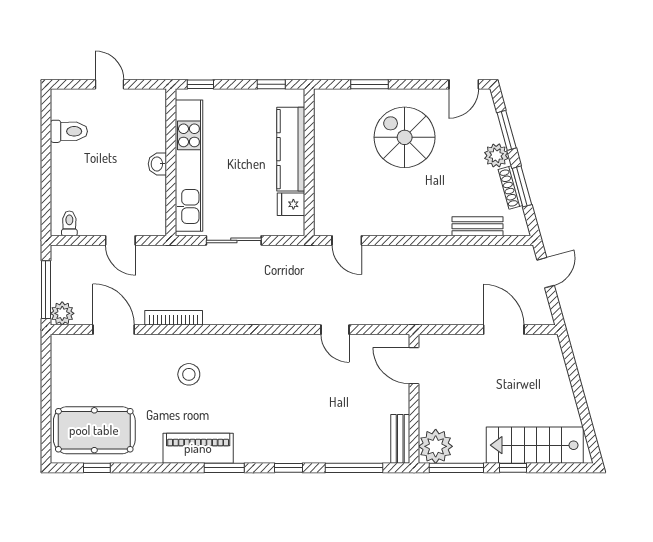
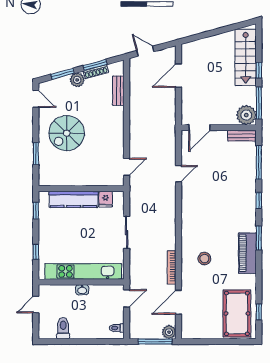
wall: (171, 162) -> (81, 282), moved
washbasin: (157, 164) -> (82, 290), moved
kitchen unit: (189, 166) -> (83, 271), moved

